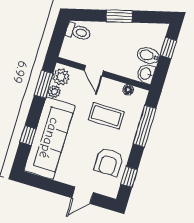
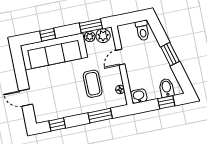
bidet: (148, 56) -> (167, 88), moved
window: (145, 126) -> (100, 116), width x0.69
armchair: (109, 162) -> (60, 104), removed

